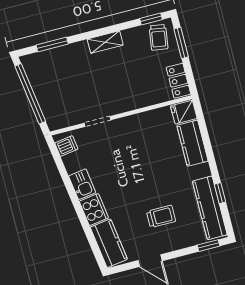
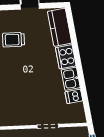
dishwasher: (66, 146) -> (74, 96), moved

